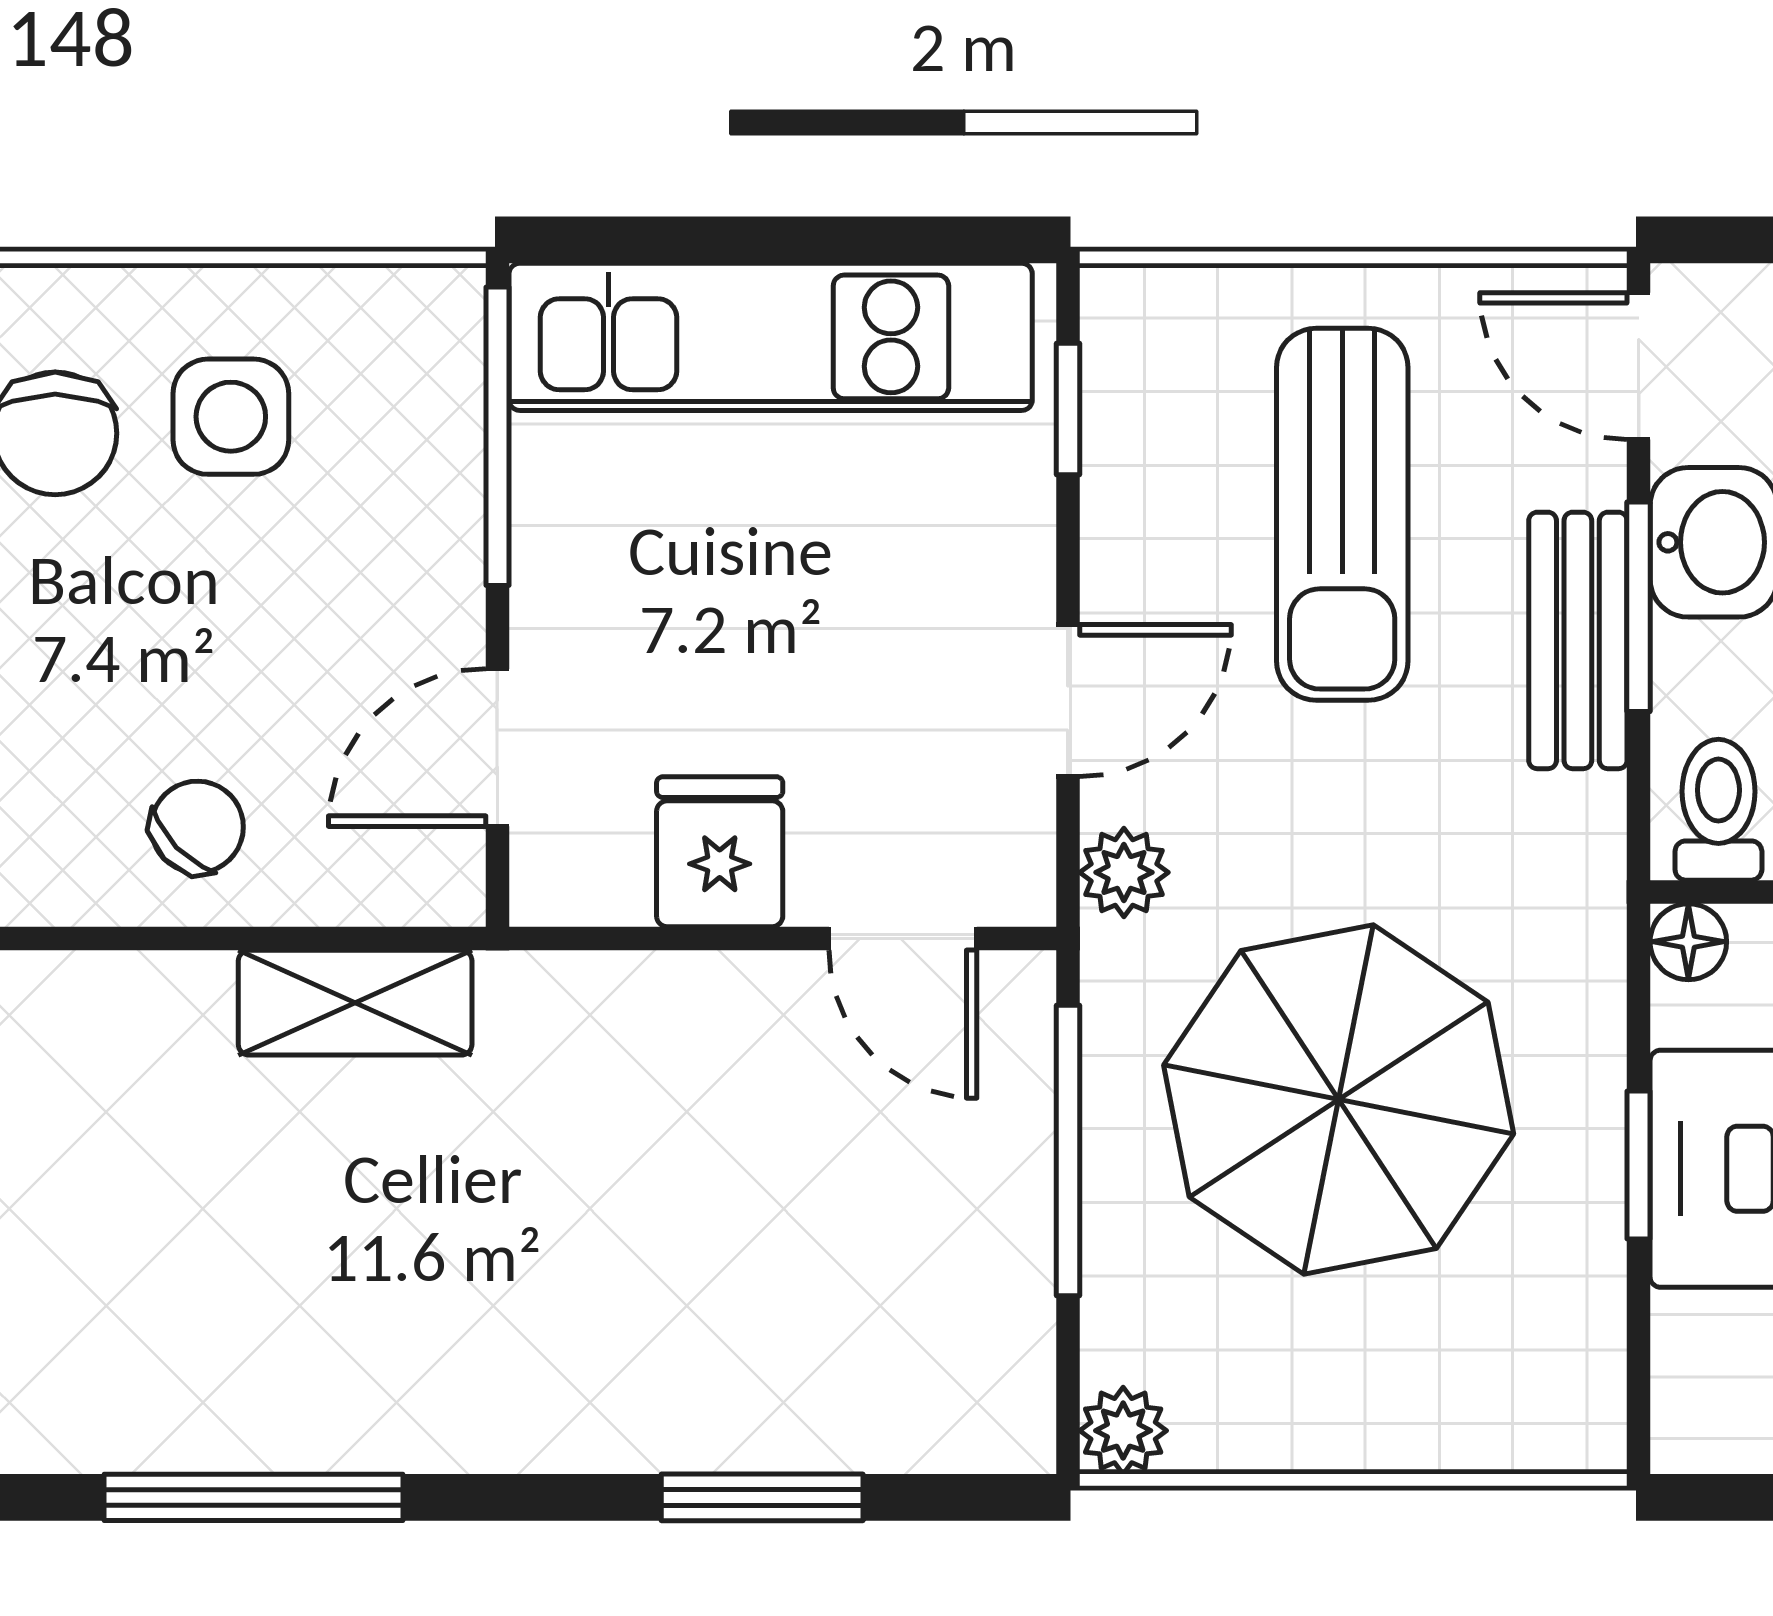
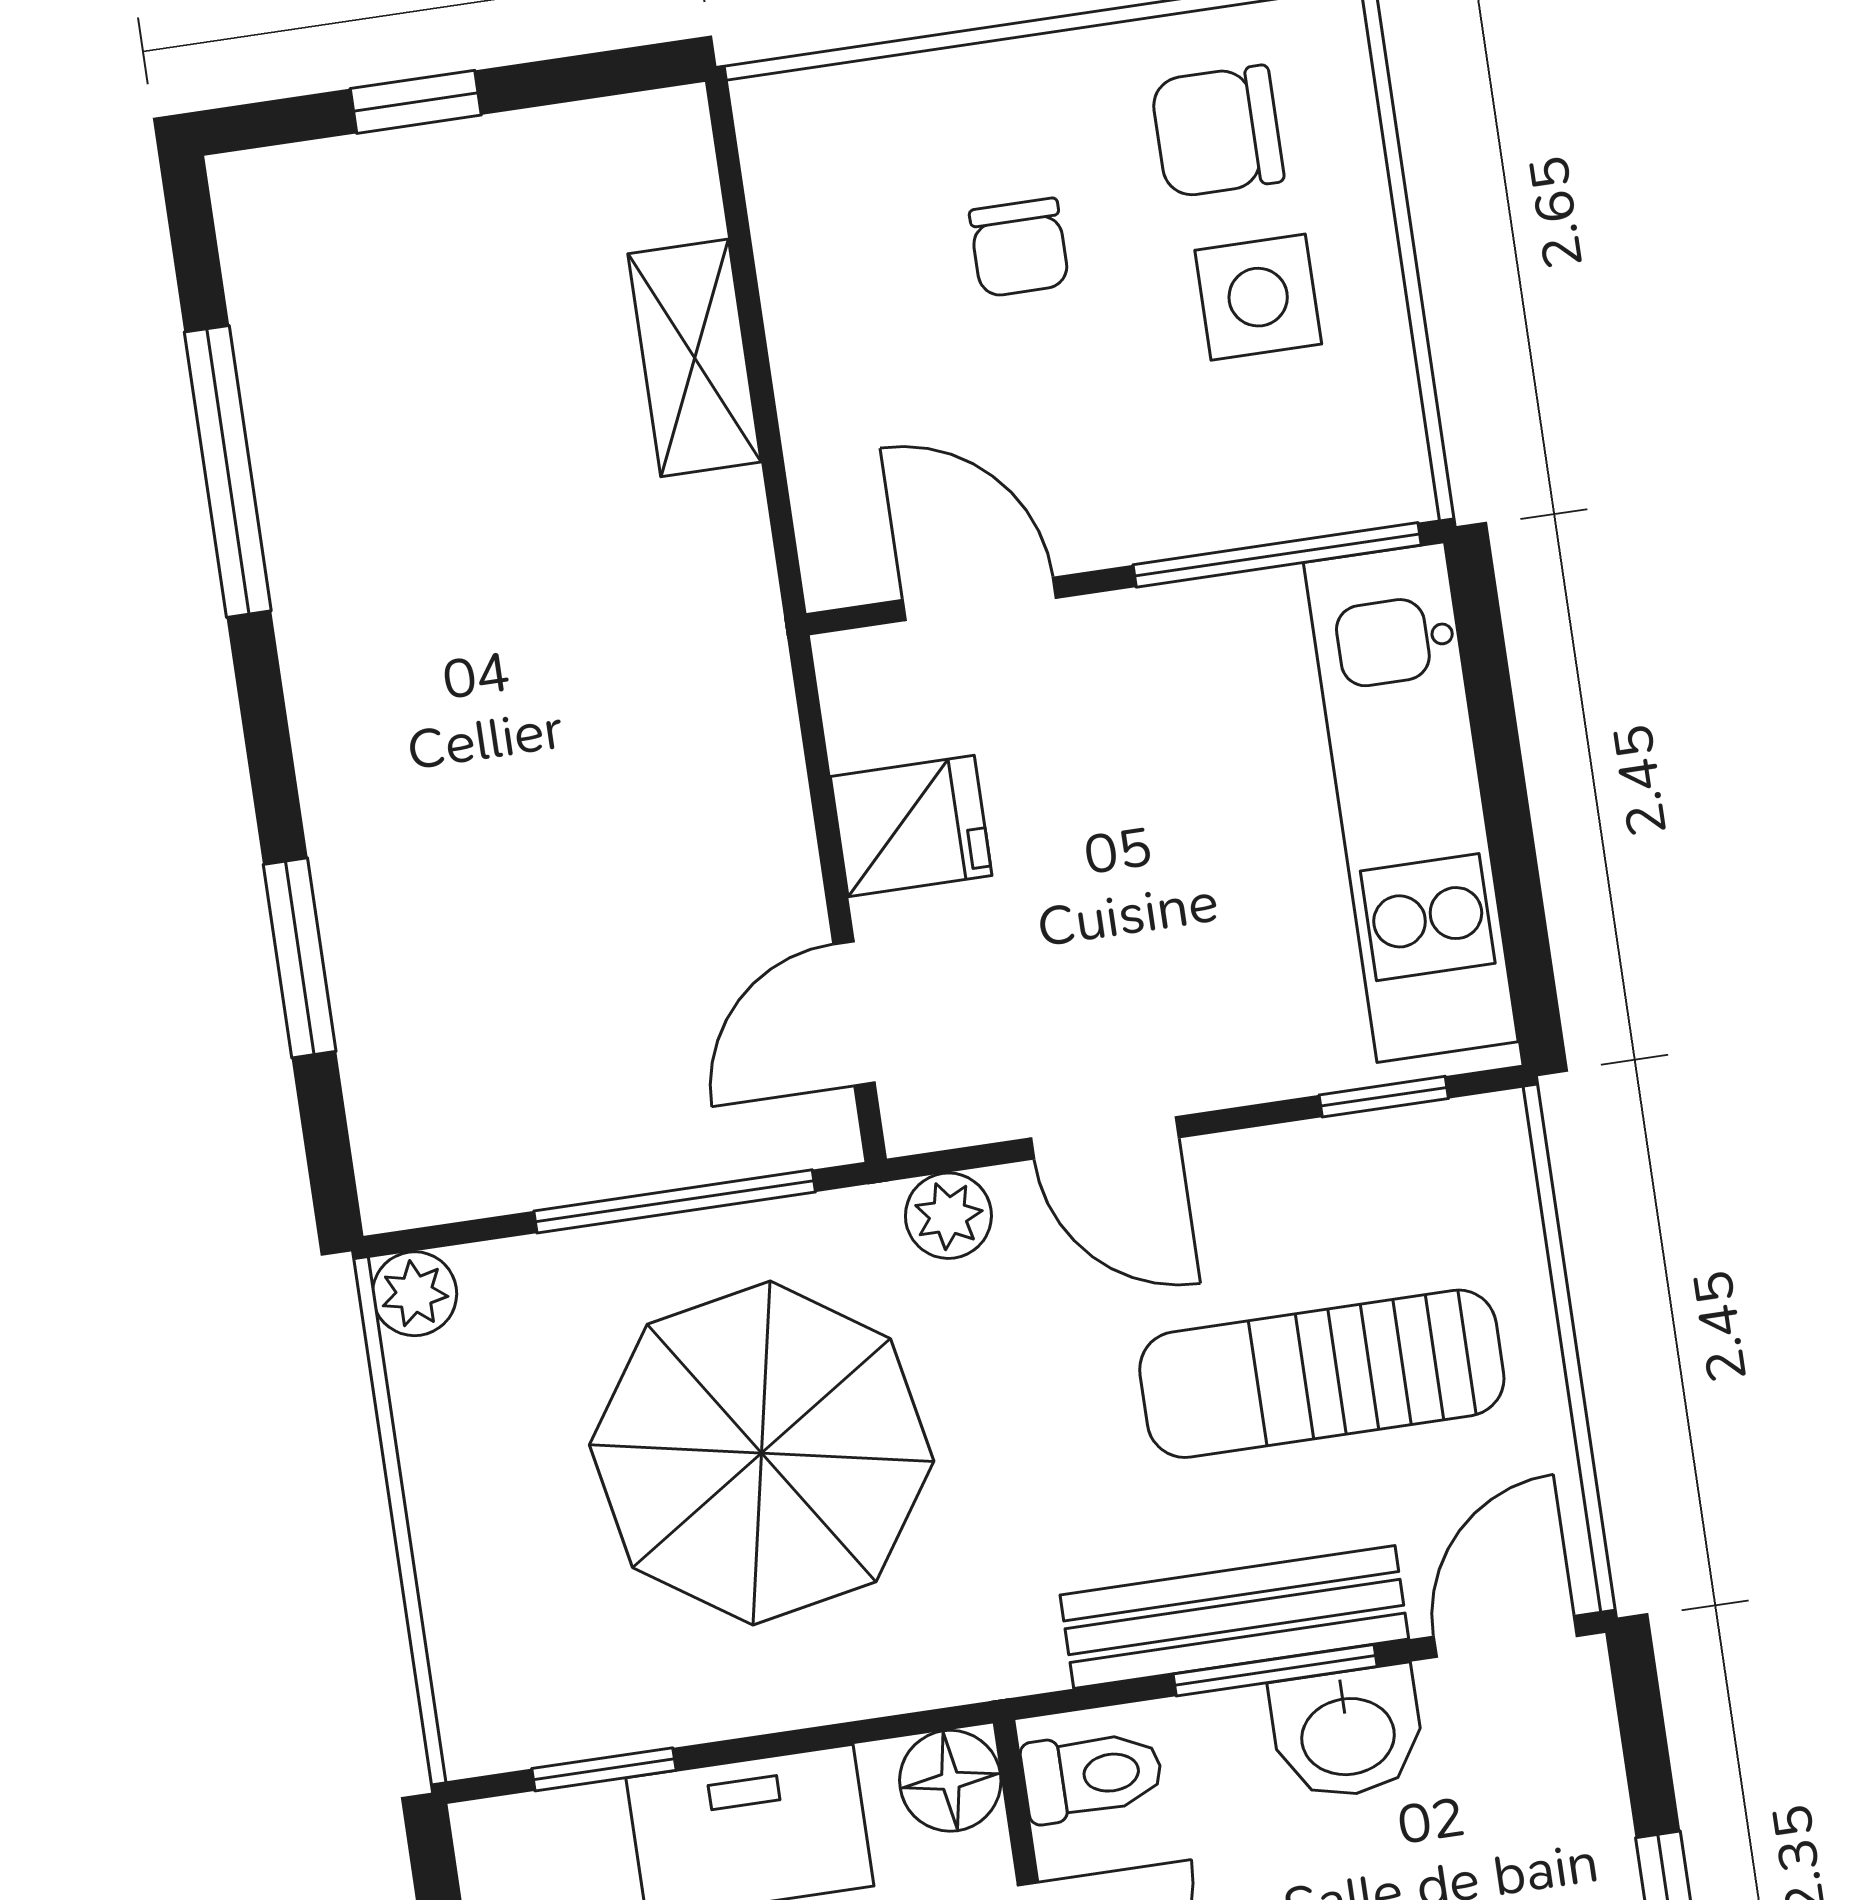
bench: (1578, 640) -> (1234, 1617), width x1.36
chair: (197, 827) -> (1019, 248), moved, turned 44
floor lamp: (1688, 942) -> (950, 1781), width x1.37, depth x1.37
shelving: (355, 1003) -> (695, 358), moved
window: (1639, 1165) -> (604, 1769), moved

